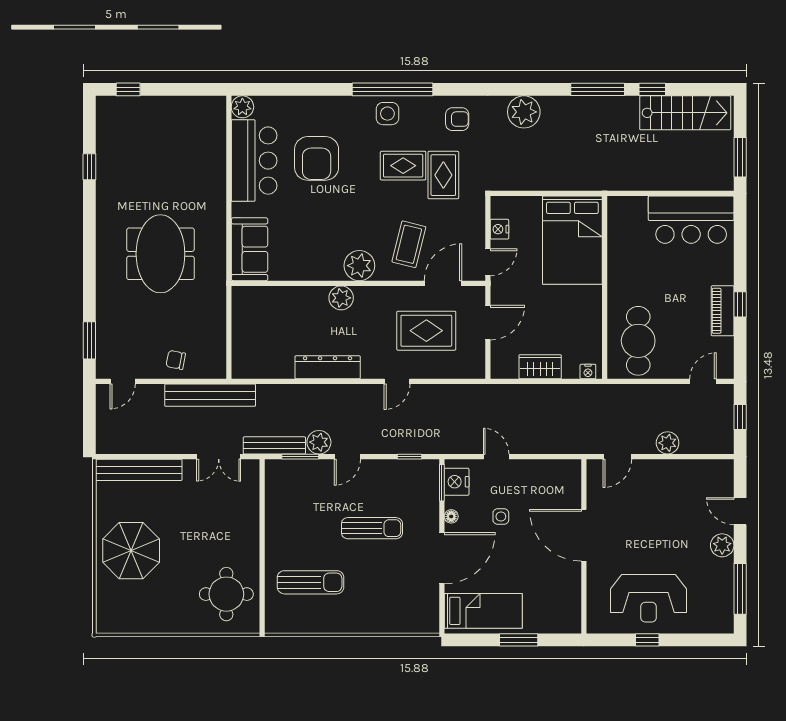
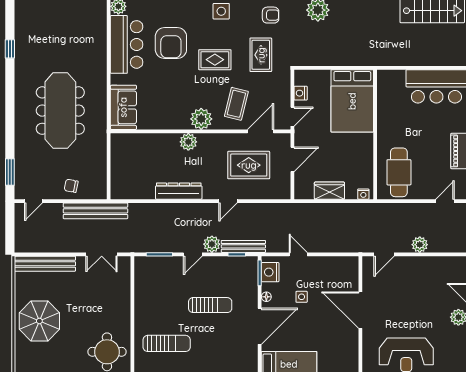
rug: (403, 166) -> (215, 60), moved
meeting table: (160, 254) -> (60, 111), width x1.36
plant: (319, 442) -> (212, 244), moved
bench: (274, 445) -> (243, 246), moved

